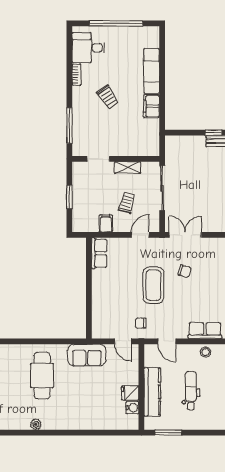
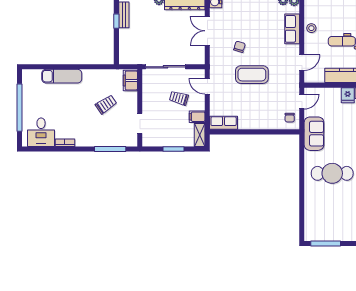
trolley: (108, 97) -> (106, 104), moved
filing cabinet: (152, 106) -> (130, 80), moved, turned 90
shelving: (127, 167) -> (200, 135), moved
double door: (185, 235) -> (207, 31), moved
chair: (141, 323) -> (290, 118), moved

